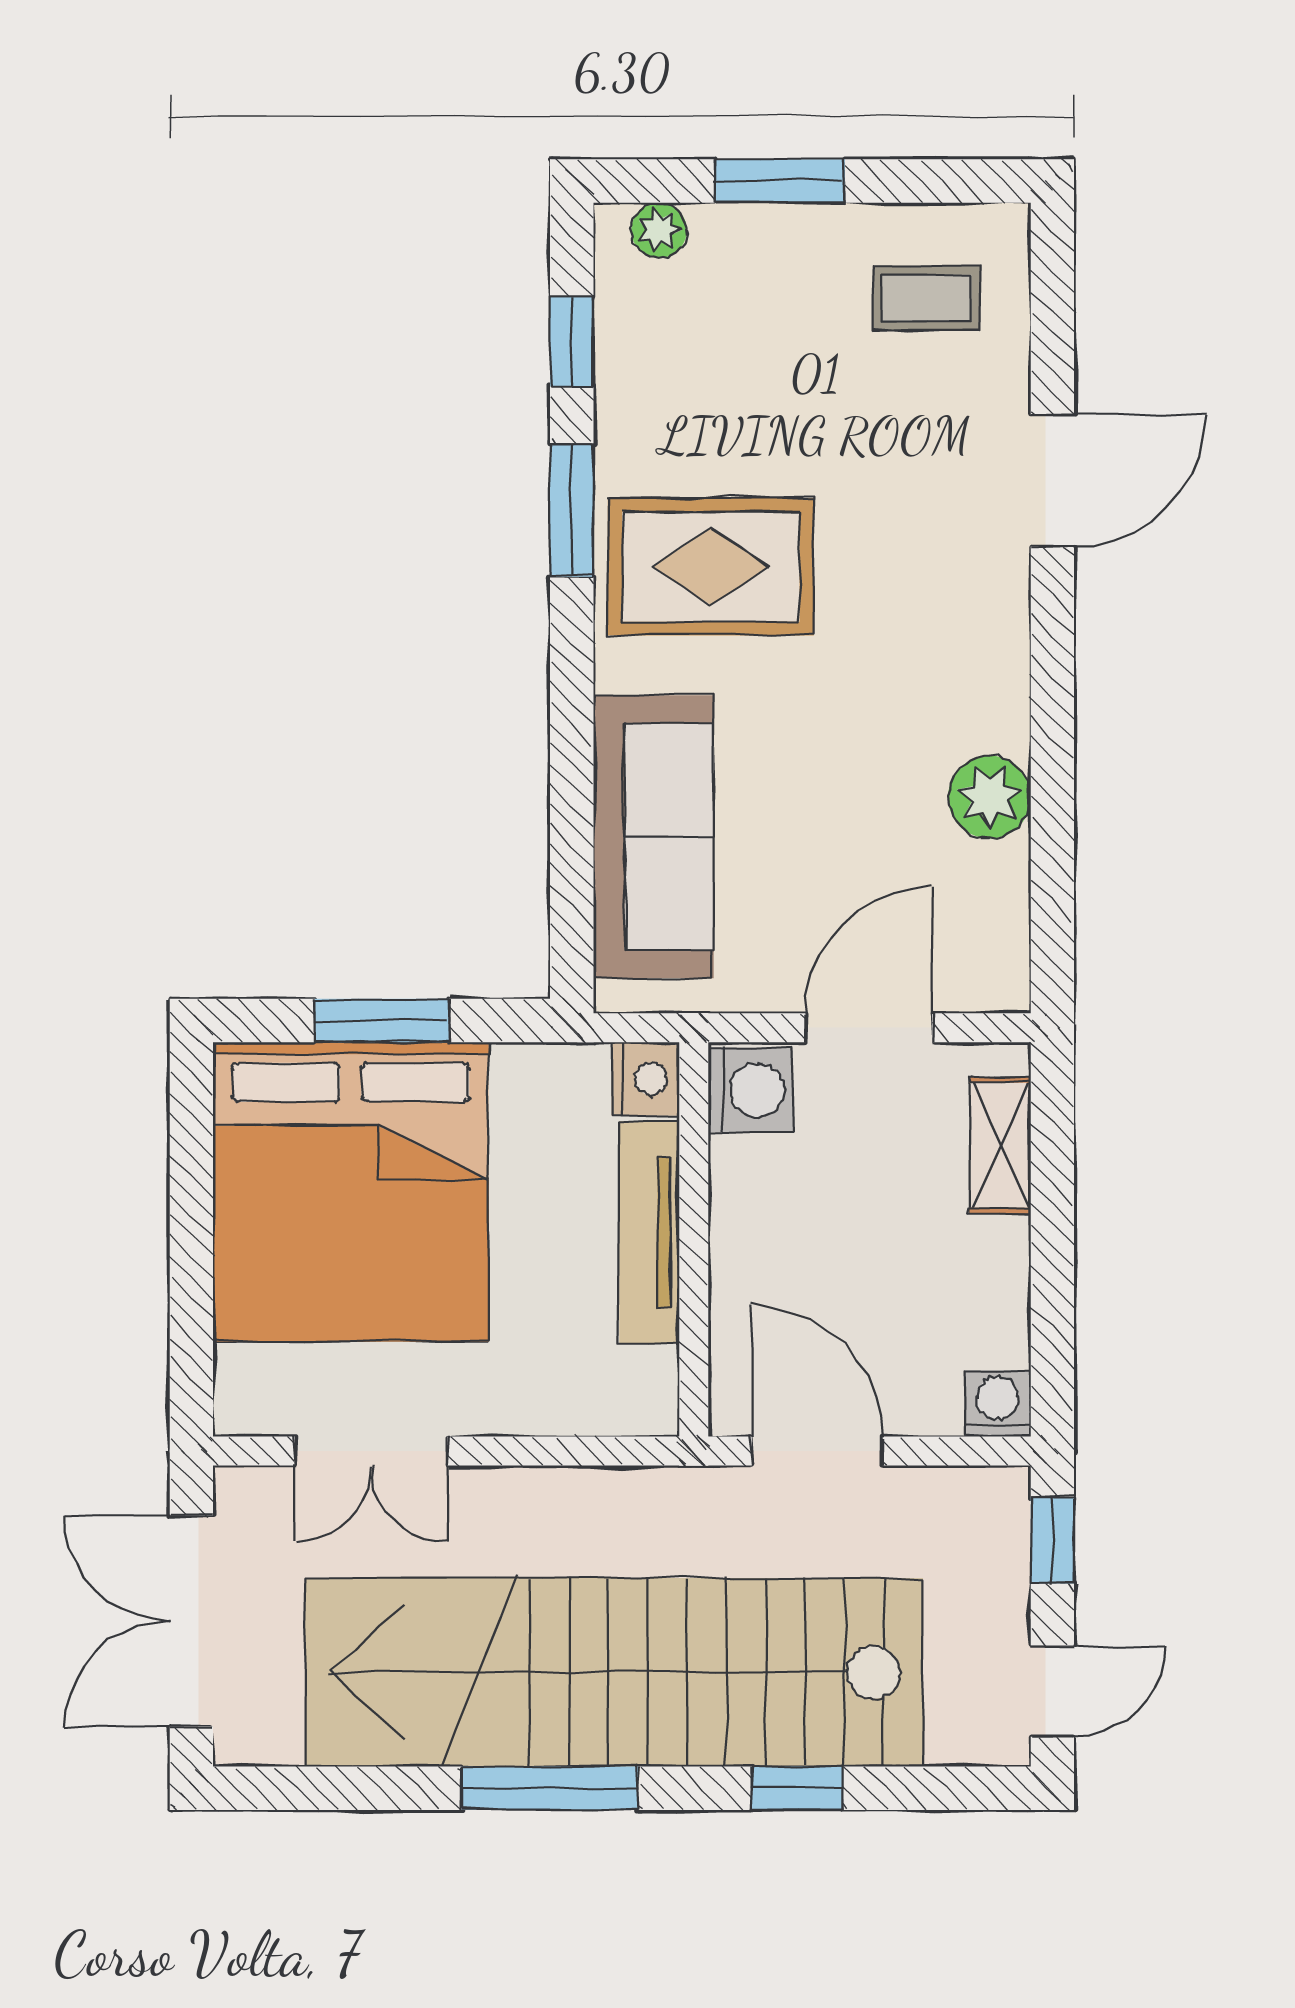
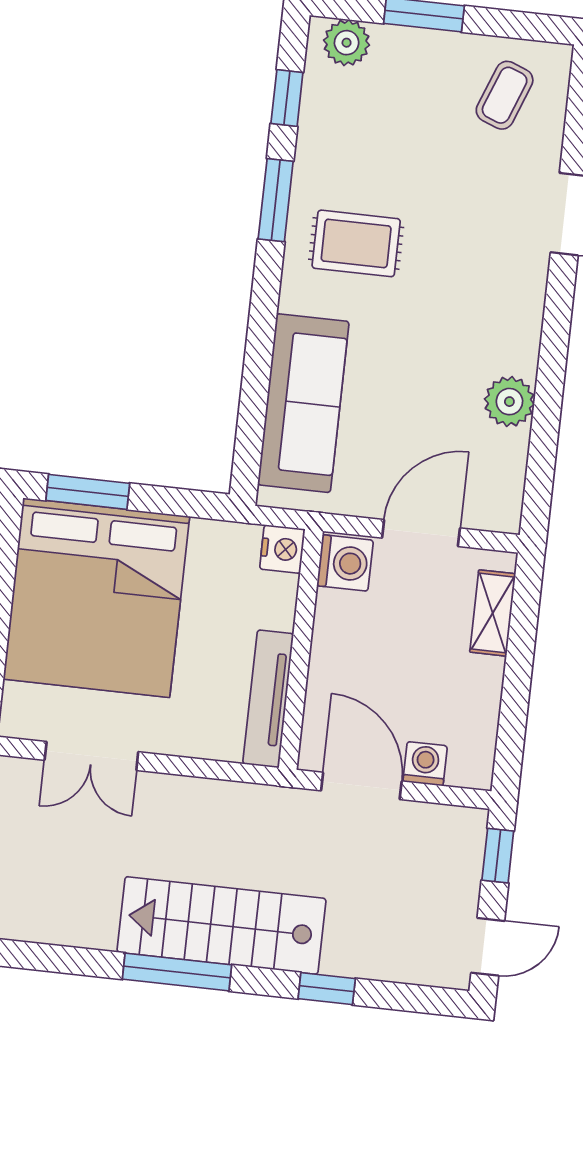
plant: (659, 230) -> (347, 43), width x1.38, depth x1.38
coffee table: (926, 298) -> (505, 95), turned -69
rug: (711, 567) -> (356, 243), width x0.73, depth x0.70
window: (382, 1021) -> (88, 492), moved
tv unit: (649, 1232) -> (268, 699), moved
washing machine: (998, 1403) -> (425, 764), moved
stairs: (614, 1672) -> (222, 925), width x0.54, depth x0.66

